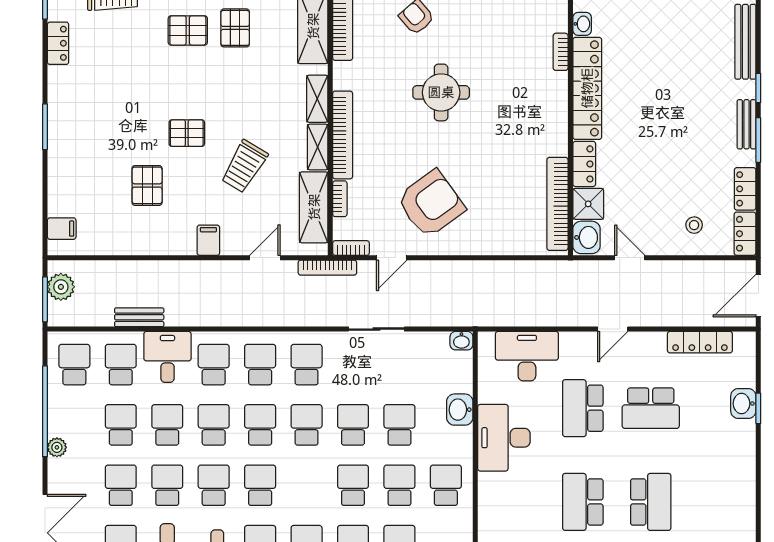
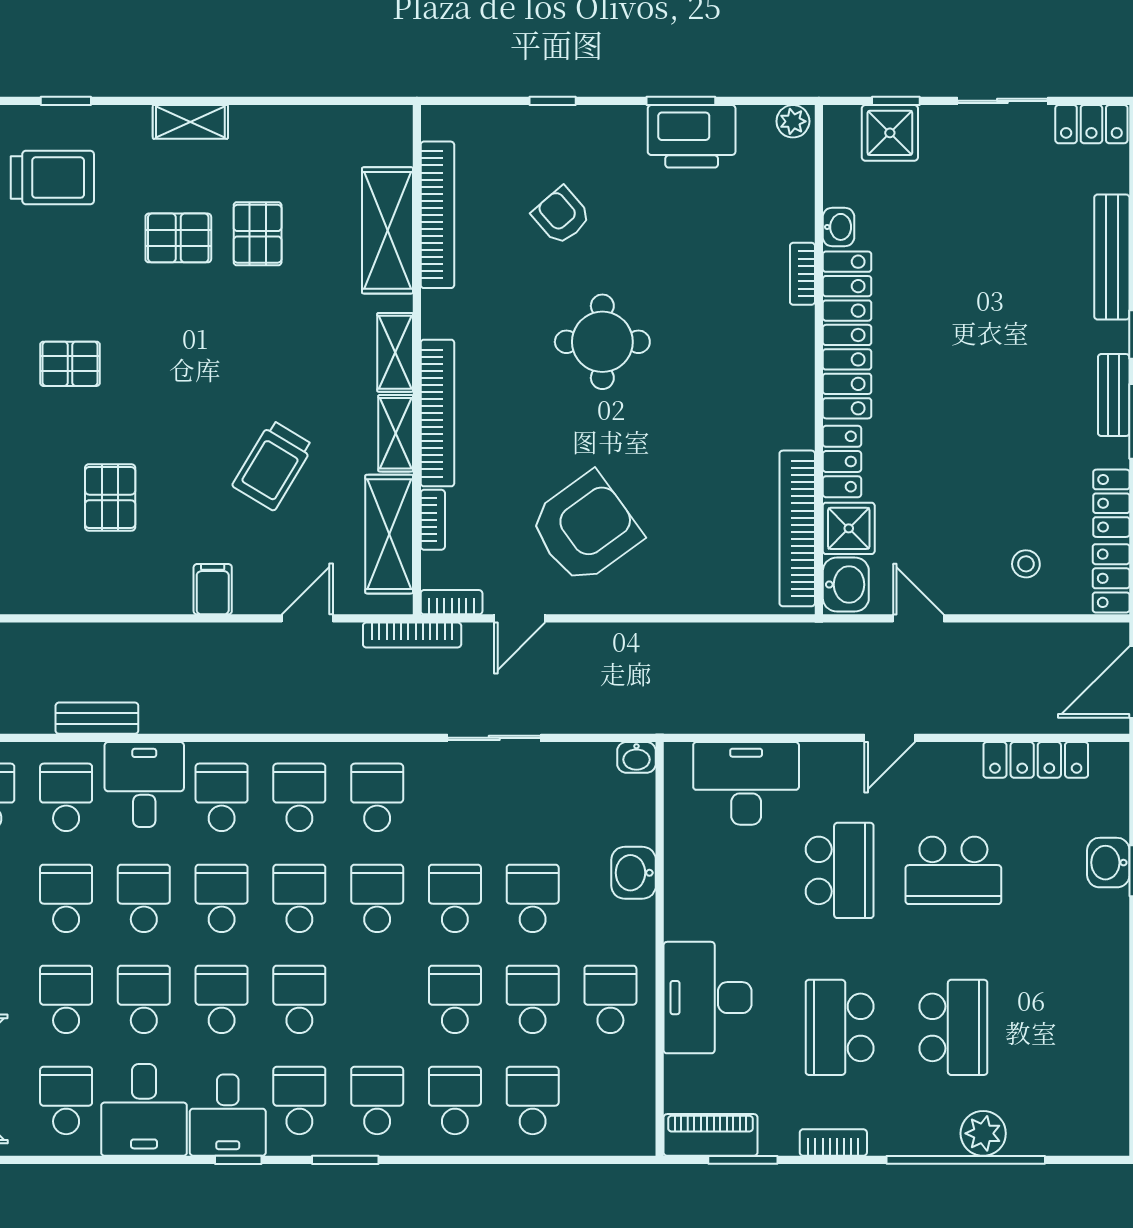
pallet: (187, 133) -> (70, 364), moved
school desk: (583, 408) -> (840, 870), turned 180
desk: (504, 438) -> (708, 998), moved

